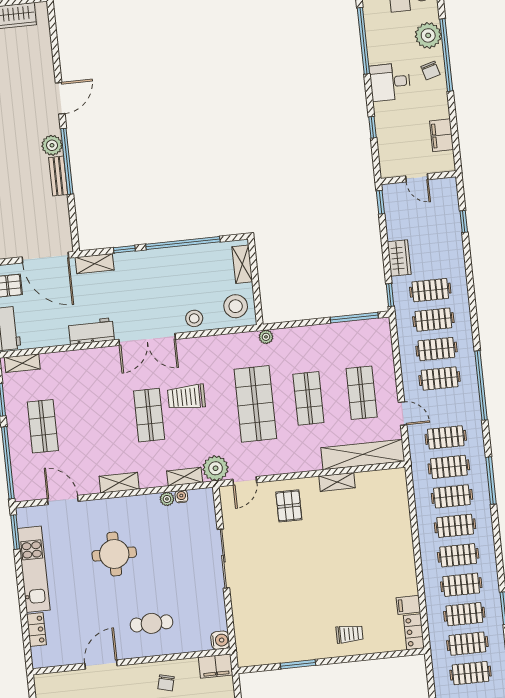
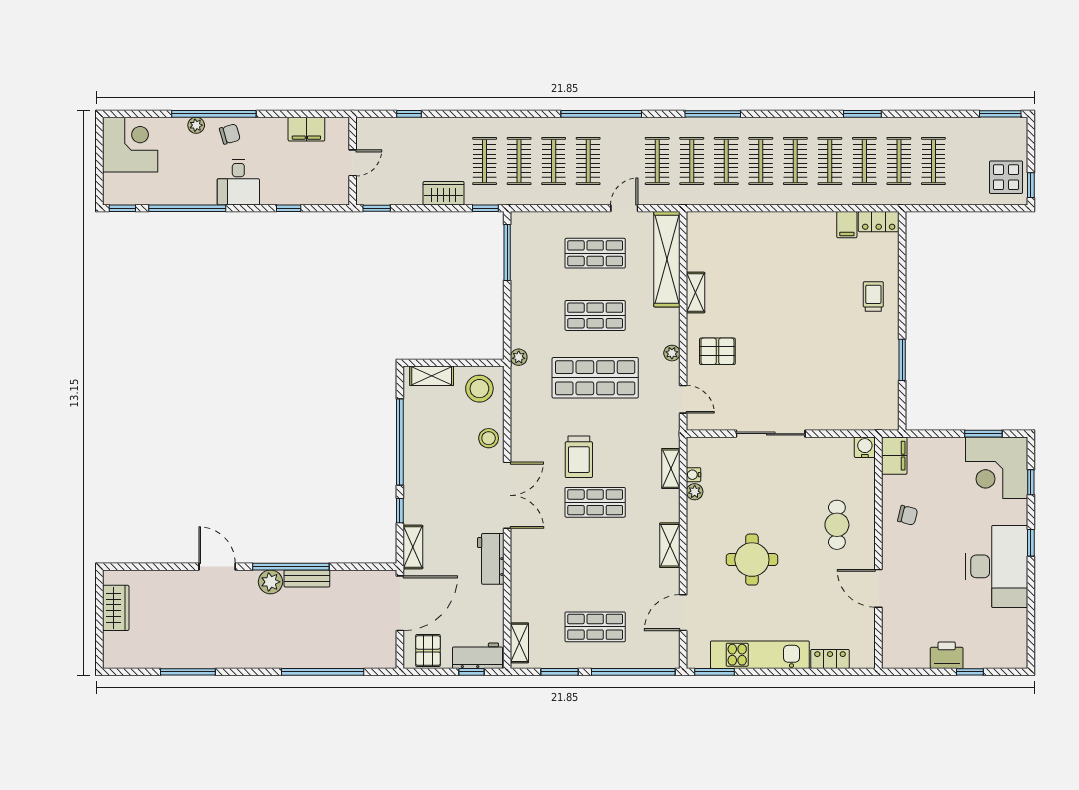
plant: (428, 35) -> (196, 125), width x0.53, depth x0.53
plant: (216, 468) -> (672, 353), moved, width x0.53, depth x0.53

